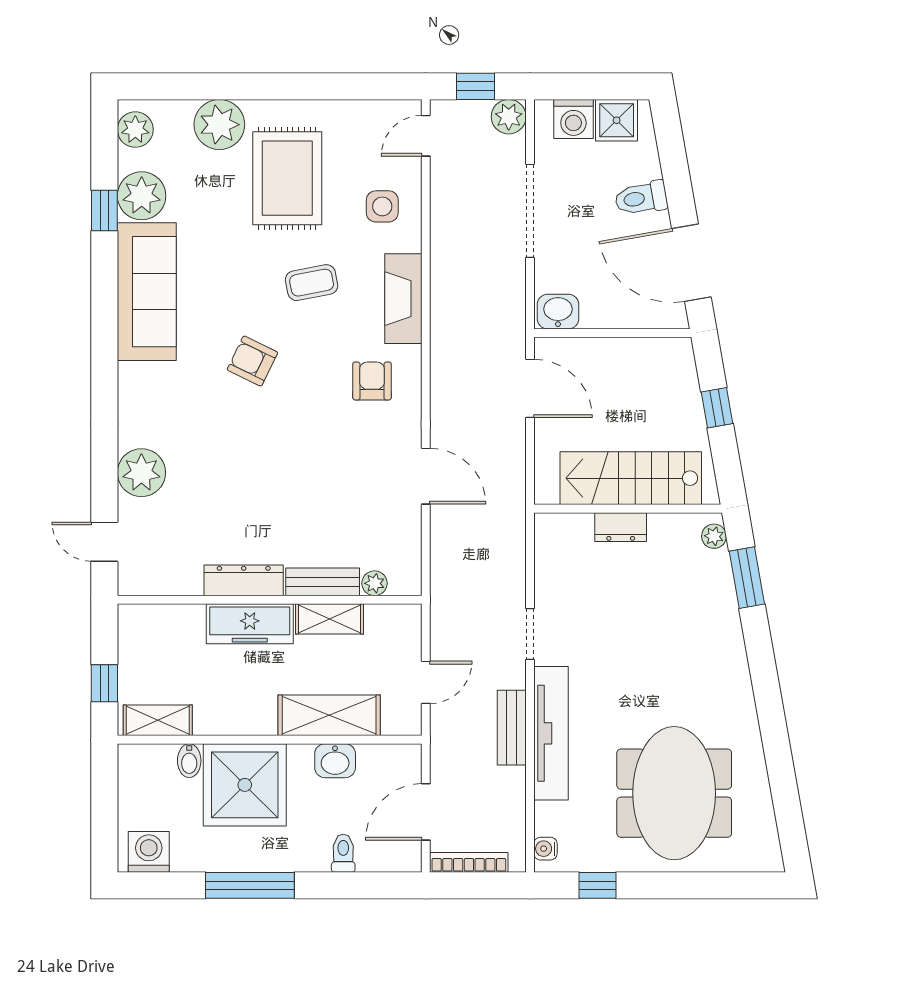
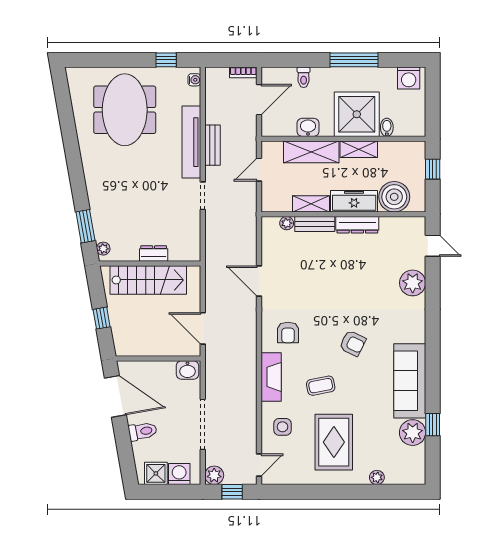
plant: (219, 125) -> (377, 477), width x0.53, depth x0.53
plant: (135, 130) -> (416, 468), removed
boiler: (175, 632) -> (394, 197), added
shelving: (158, 720) -> (359, 149), moved
bookcase: (469, 862) -> (243, 72), width x0.64

